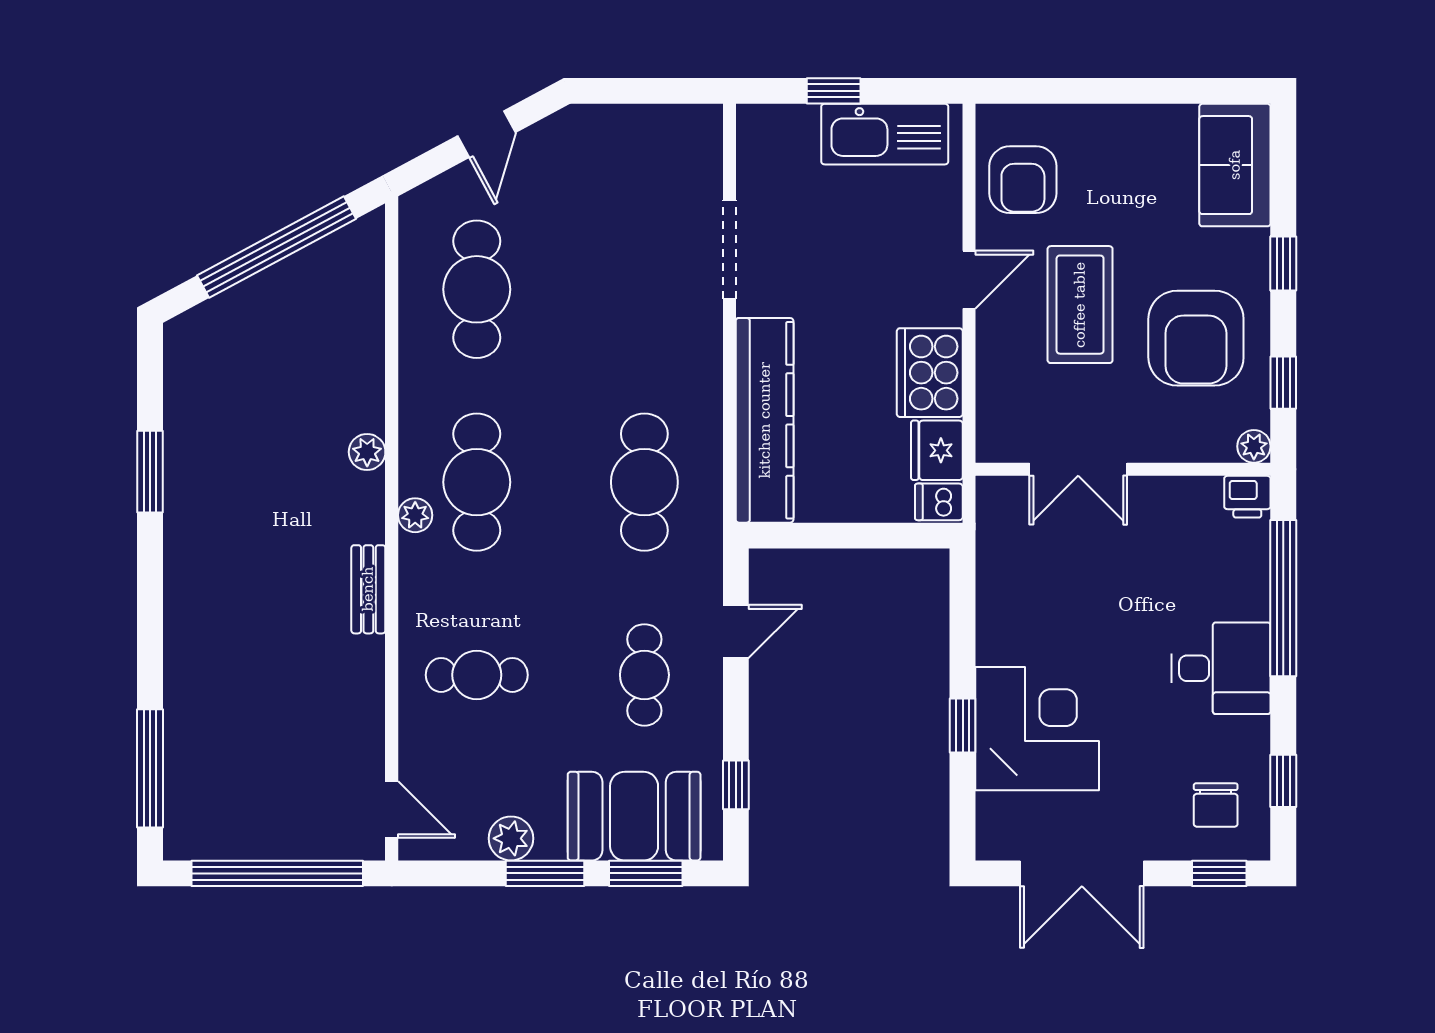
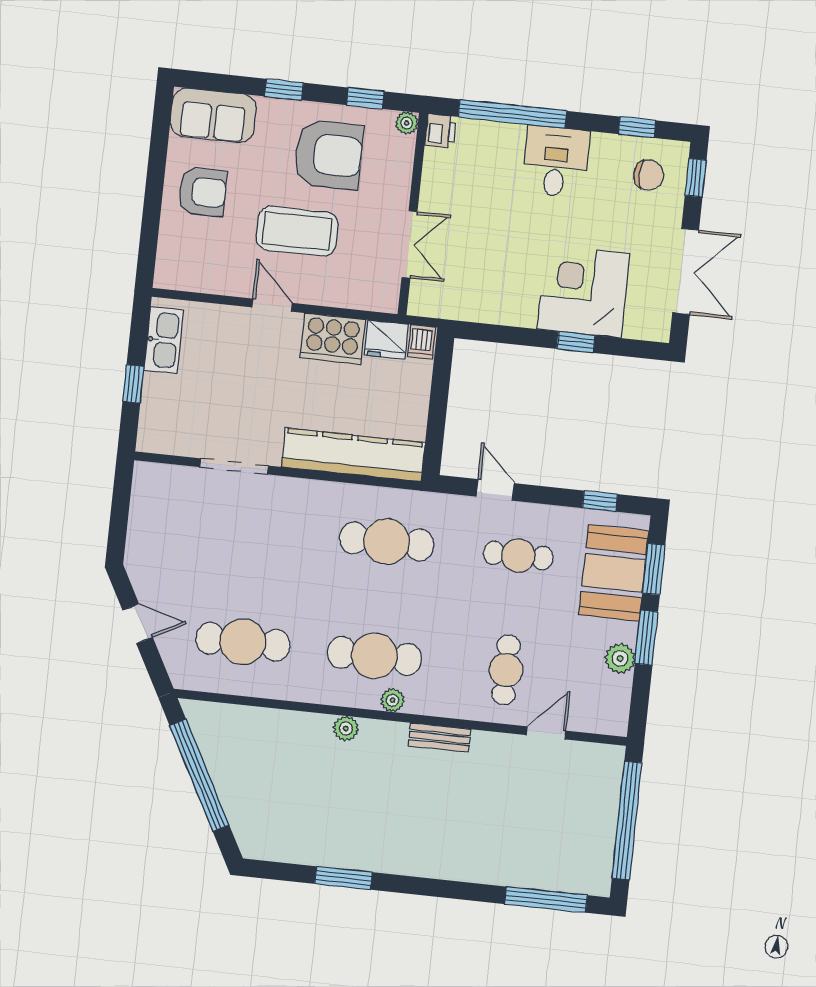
kitchen sink: (885, 134) -> (164, 340), width x0.73, depth x0.81
armchair: (1023, 180) -> (202, 192), moved
door: (392, 810) -> (546, 733), moved

